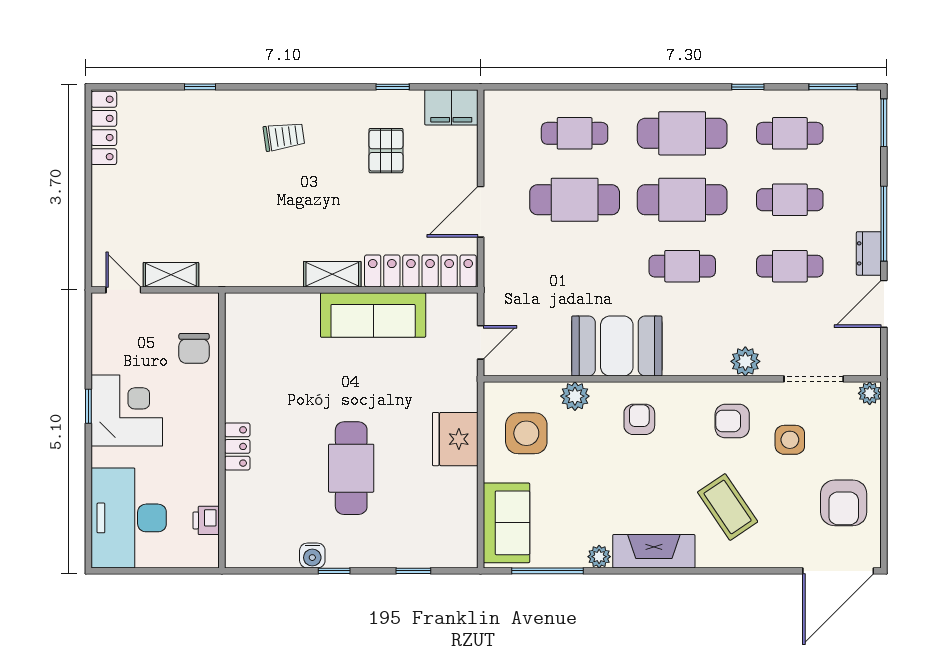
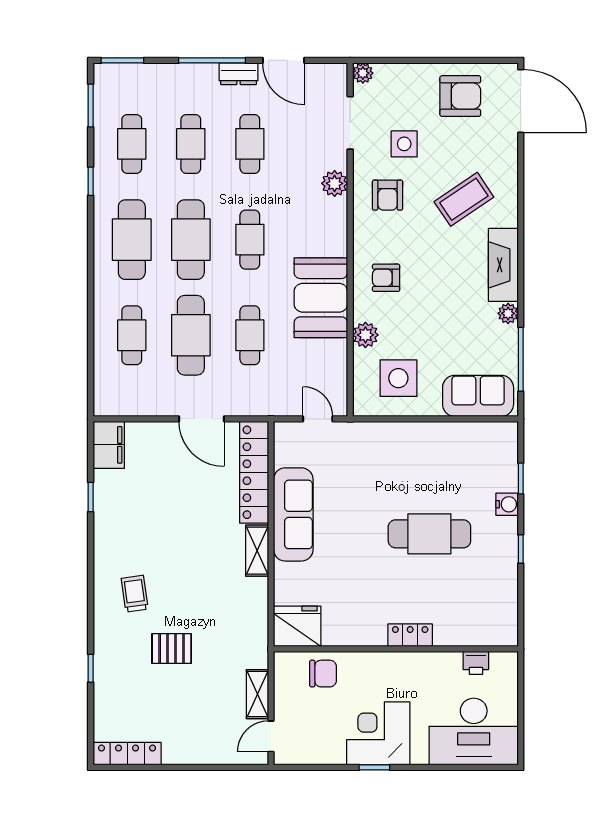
pallet: (386, 151) -> (172, 649), moved
cafe table: (575, 266) -> (250, 335), added
fridge: (455, 439) -> (297, 626), moved, turned 180
water cooler: (312, 556) -> (507, 504), moved

